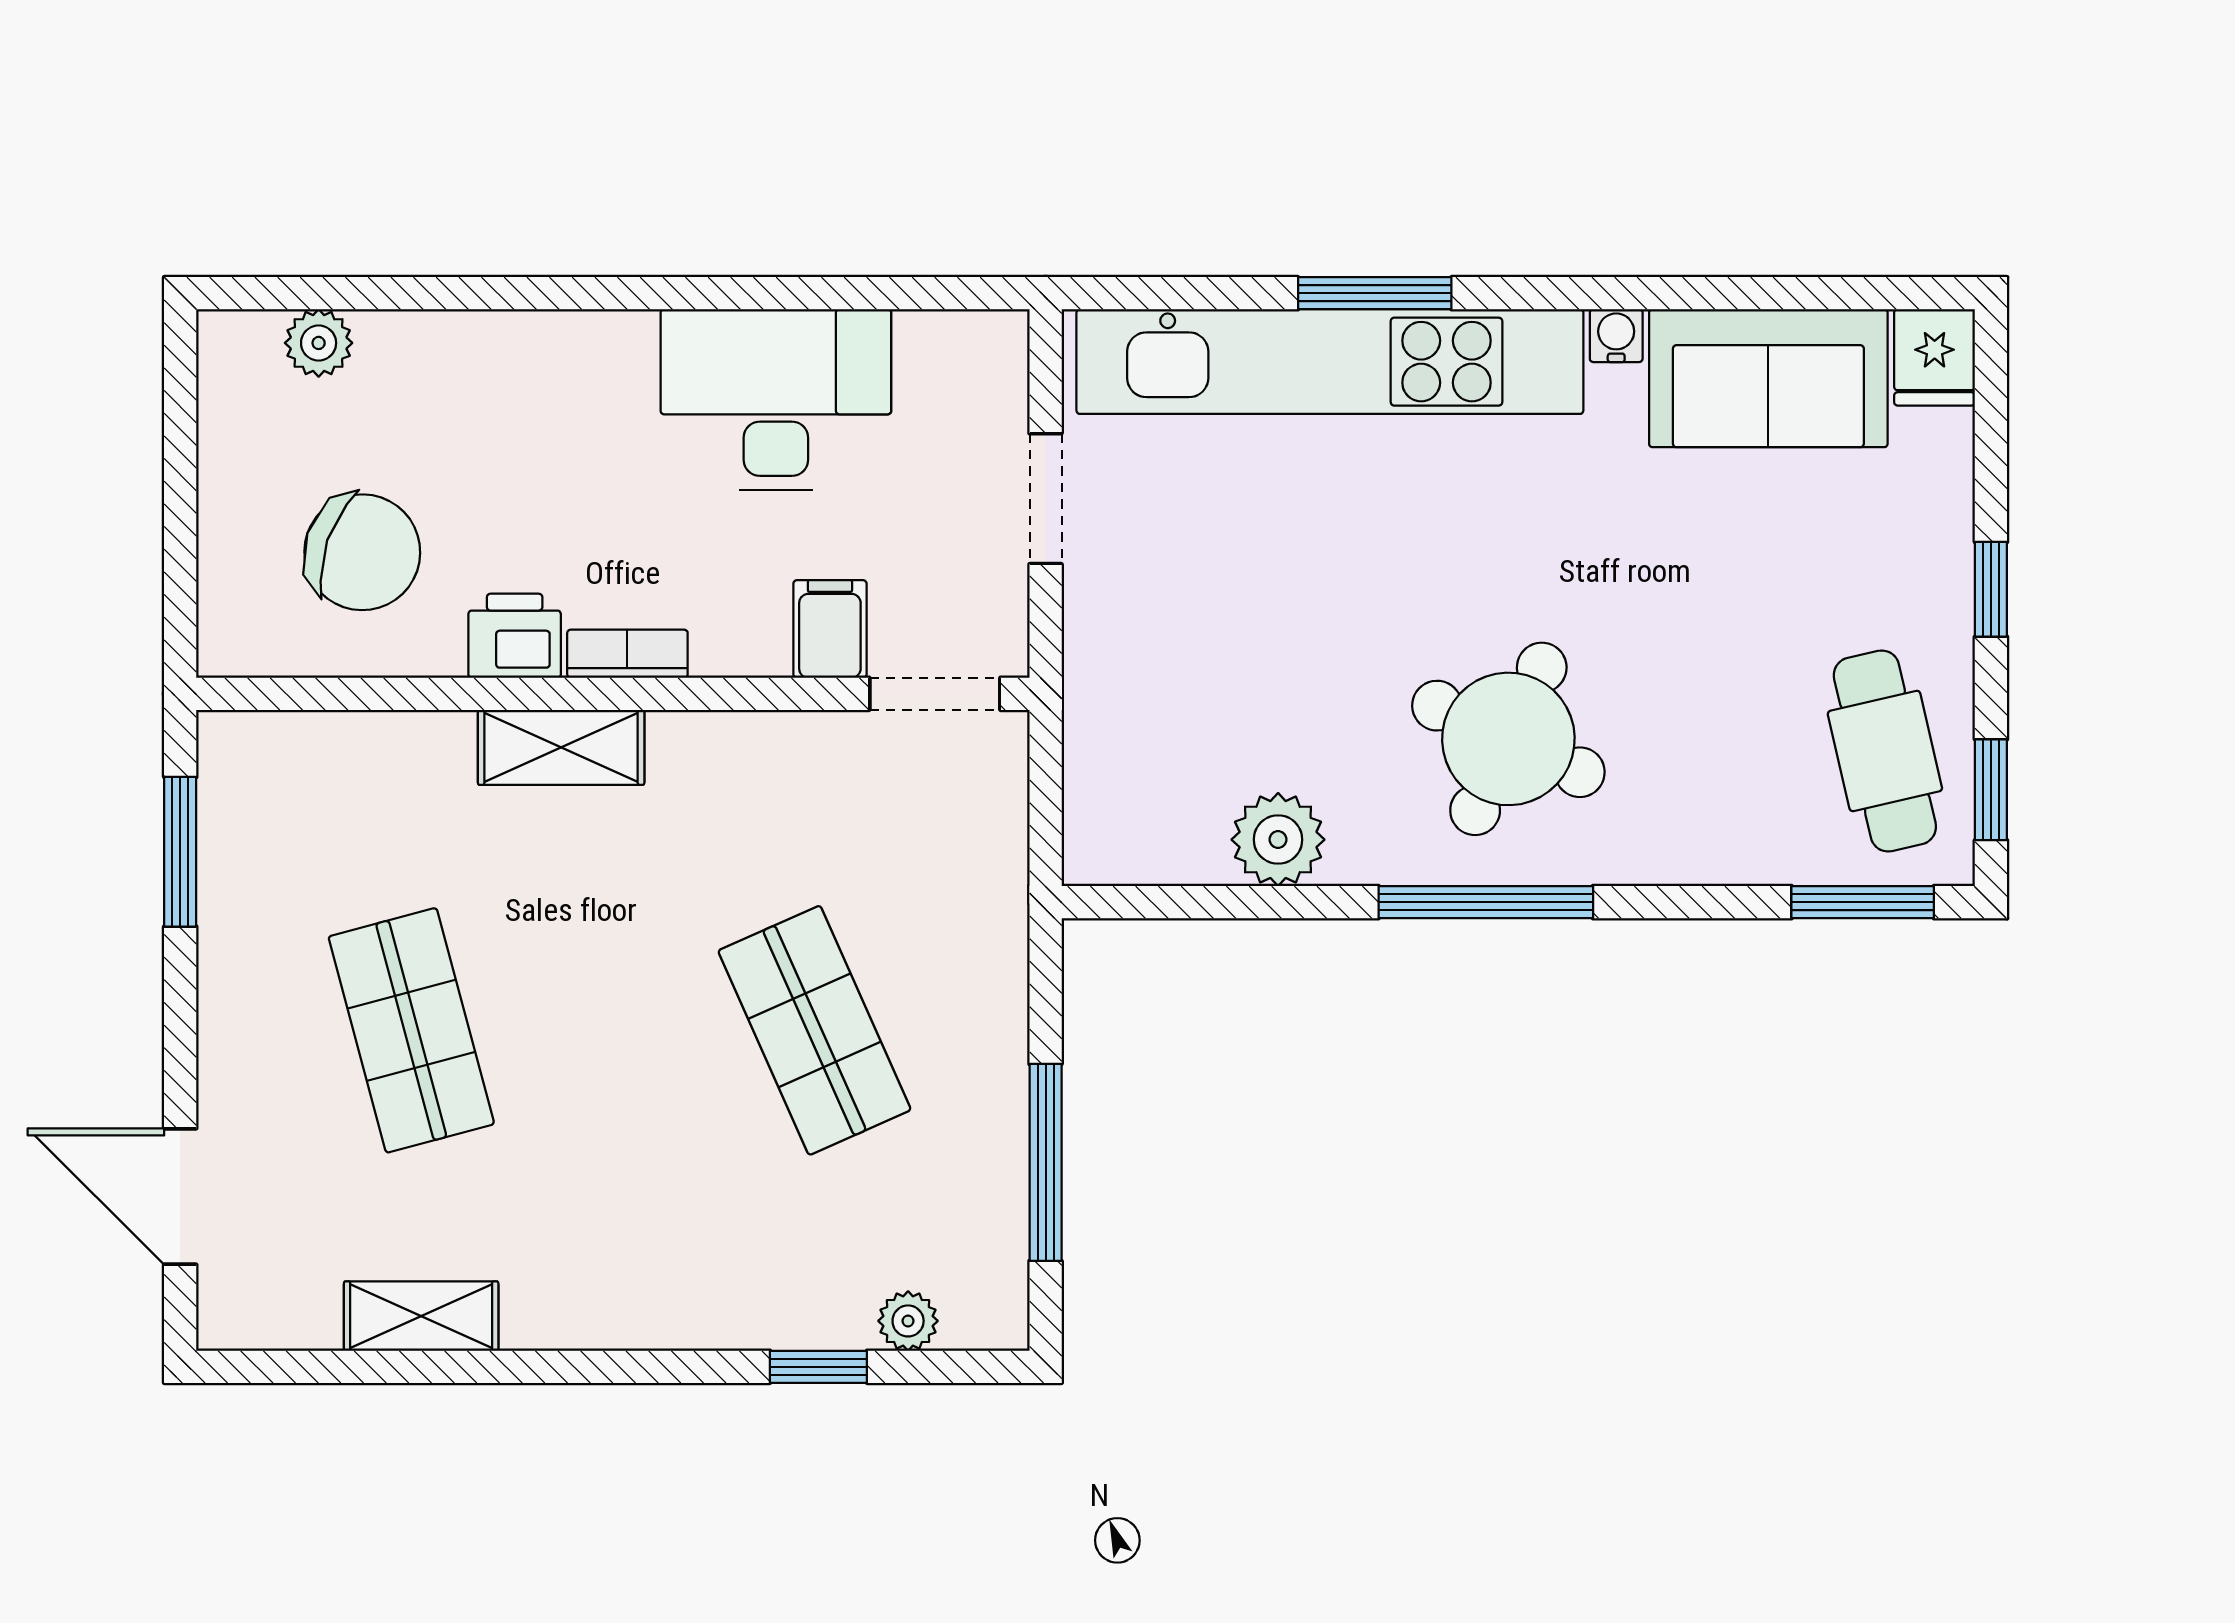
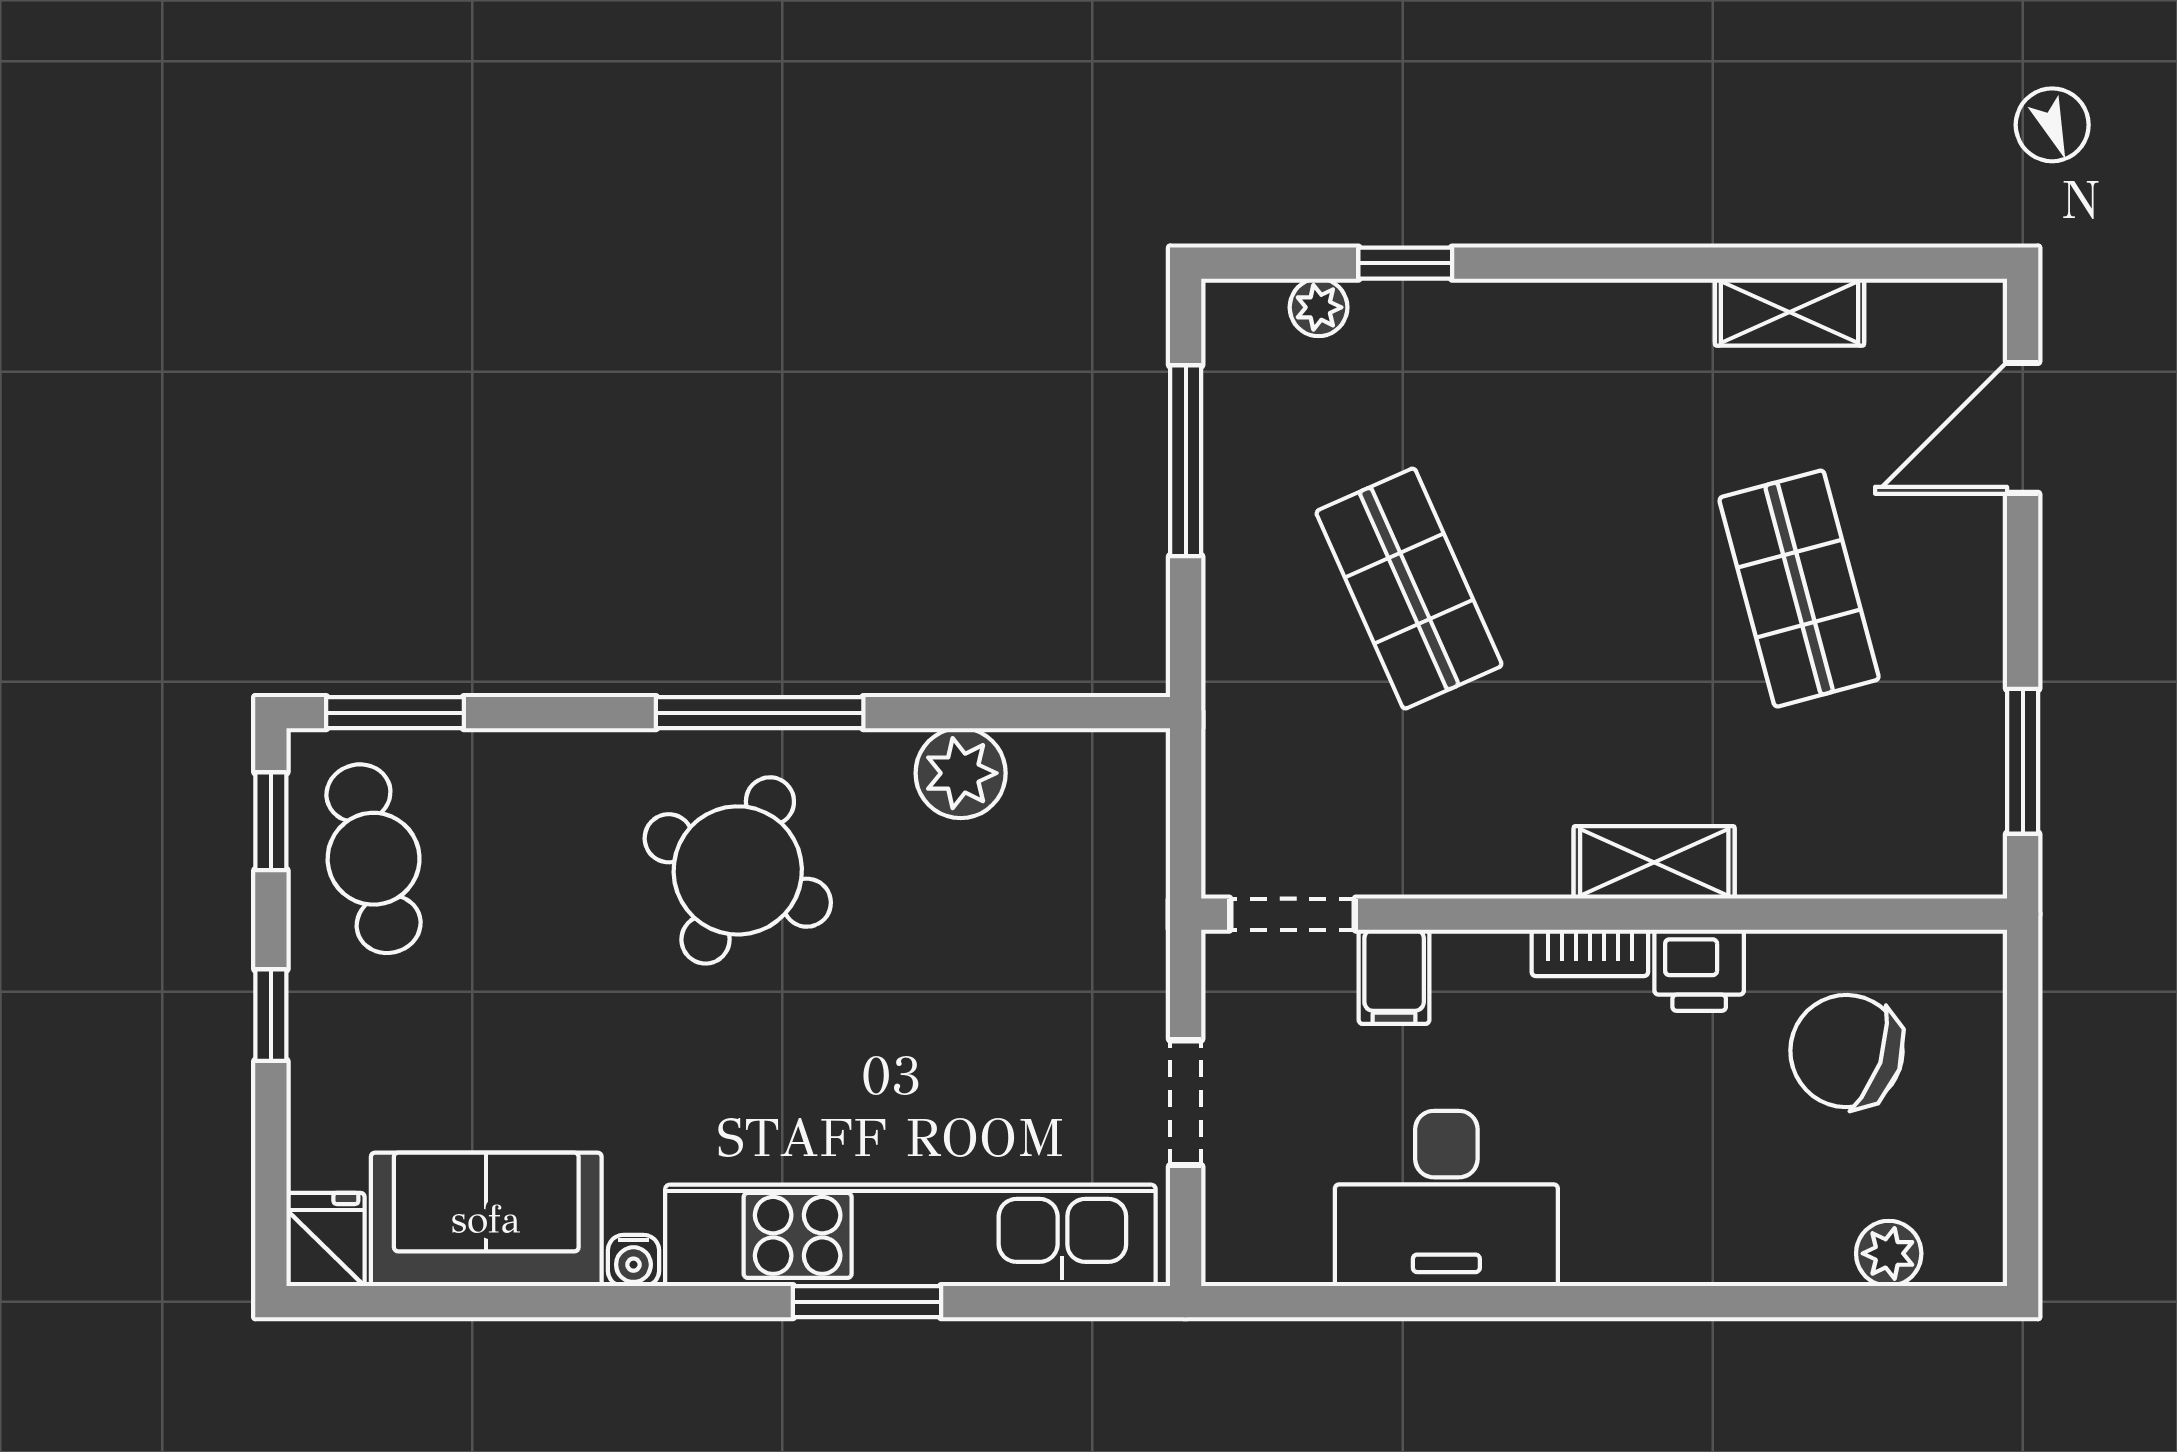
door: (180, 1197) -> (2023, 428), swing flipped

